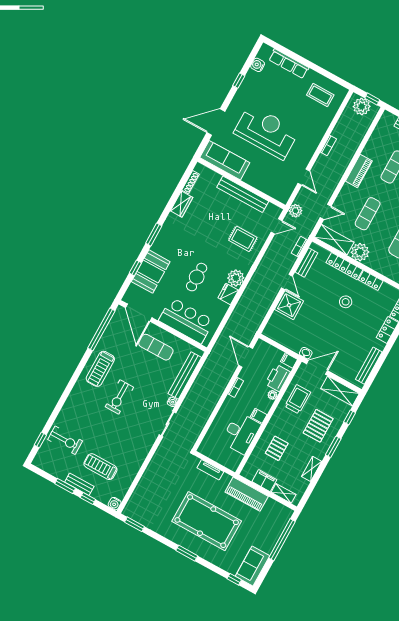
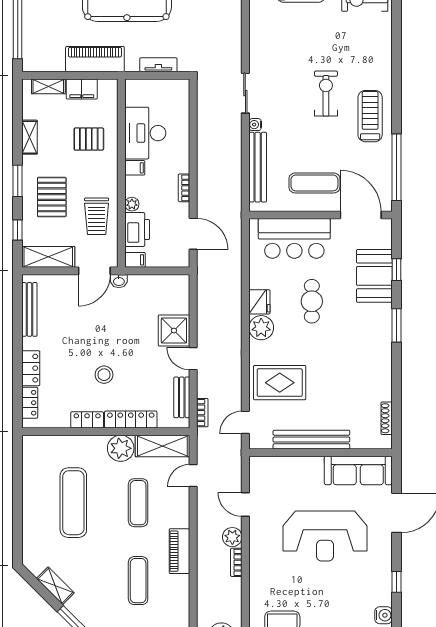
wardrobe: (182, 204) -> (383, 384), removed
plant: (296, 211) -> (232, 537), moved
rug: (243, 239) -> (280, 383), width x1.36, depth x1.43
pallet: (277, 448) -> (89, 139), turned 90

